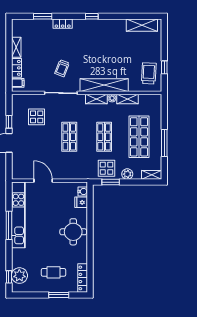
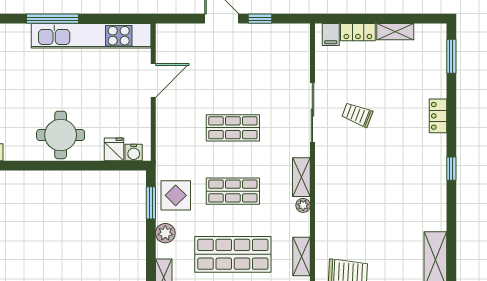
window: (43, 16) -> (451, 56), moved
shelving: (104, 85) -> (327, 191), removed
shelving: (127, 99) -> (302, 257), moved
display table: (37, 117) -> (269, 69), removed
window: (9, 225) -> (53, 19), moved

